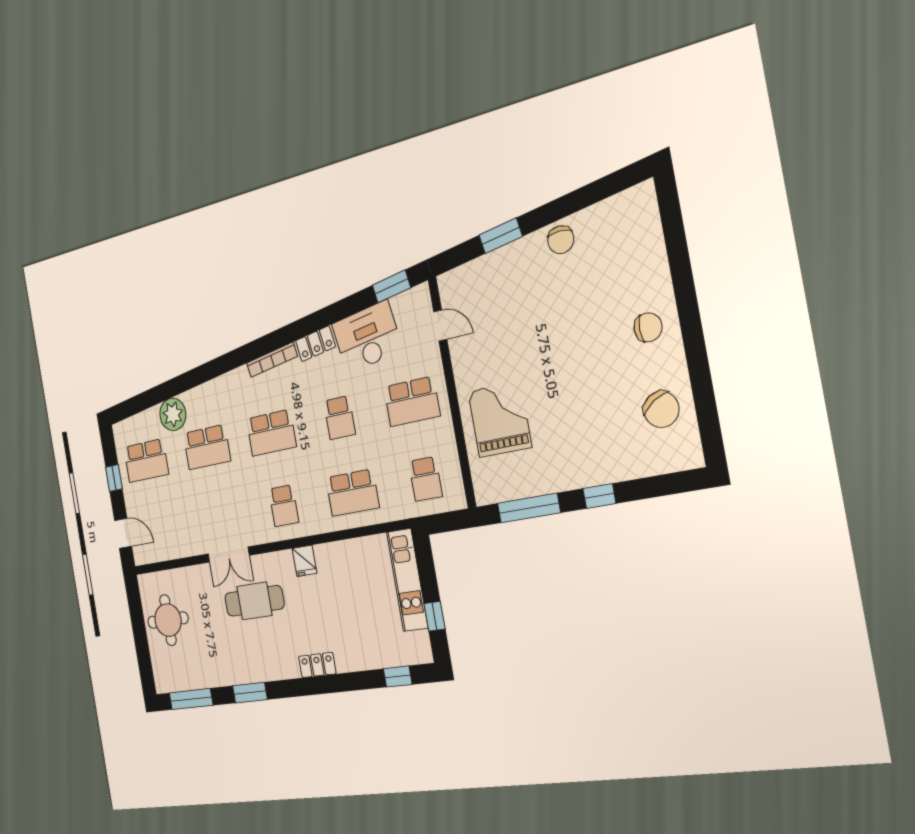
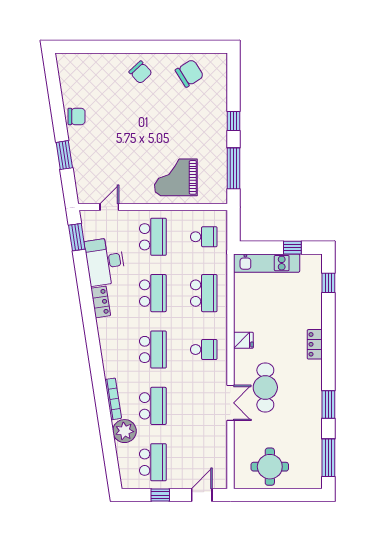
chair: (648, 327) -> (141, 72), turned 137
bookcase: (272, 360) -> (113, 399), moved
school desk: (339, 418) -> (153, 293), width x1.85

